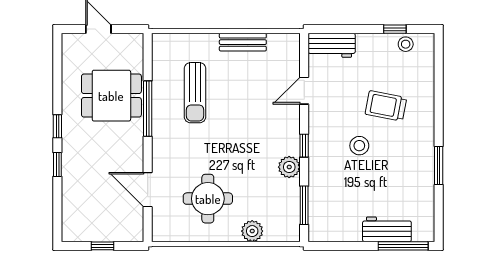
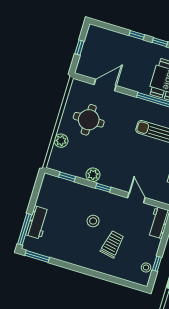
window: (439, 165) -> (37, 256), moved
window: (304, 205) -> (67, 177), width x0.67

